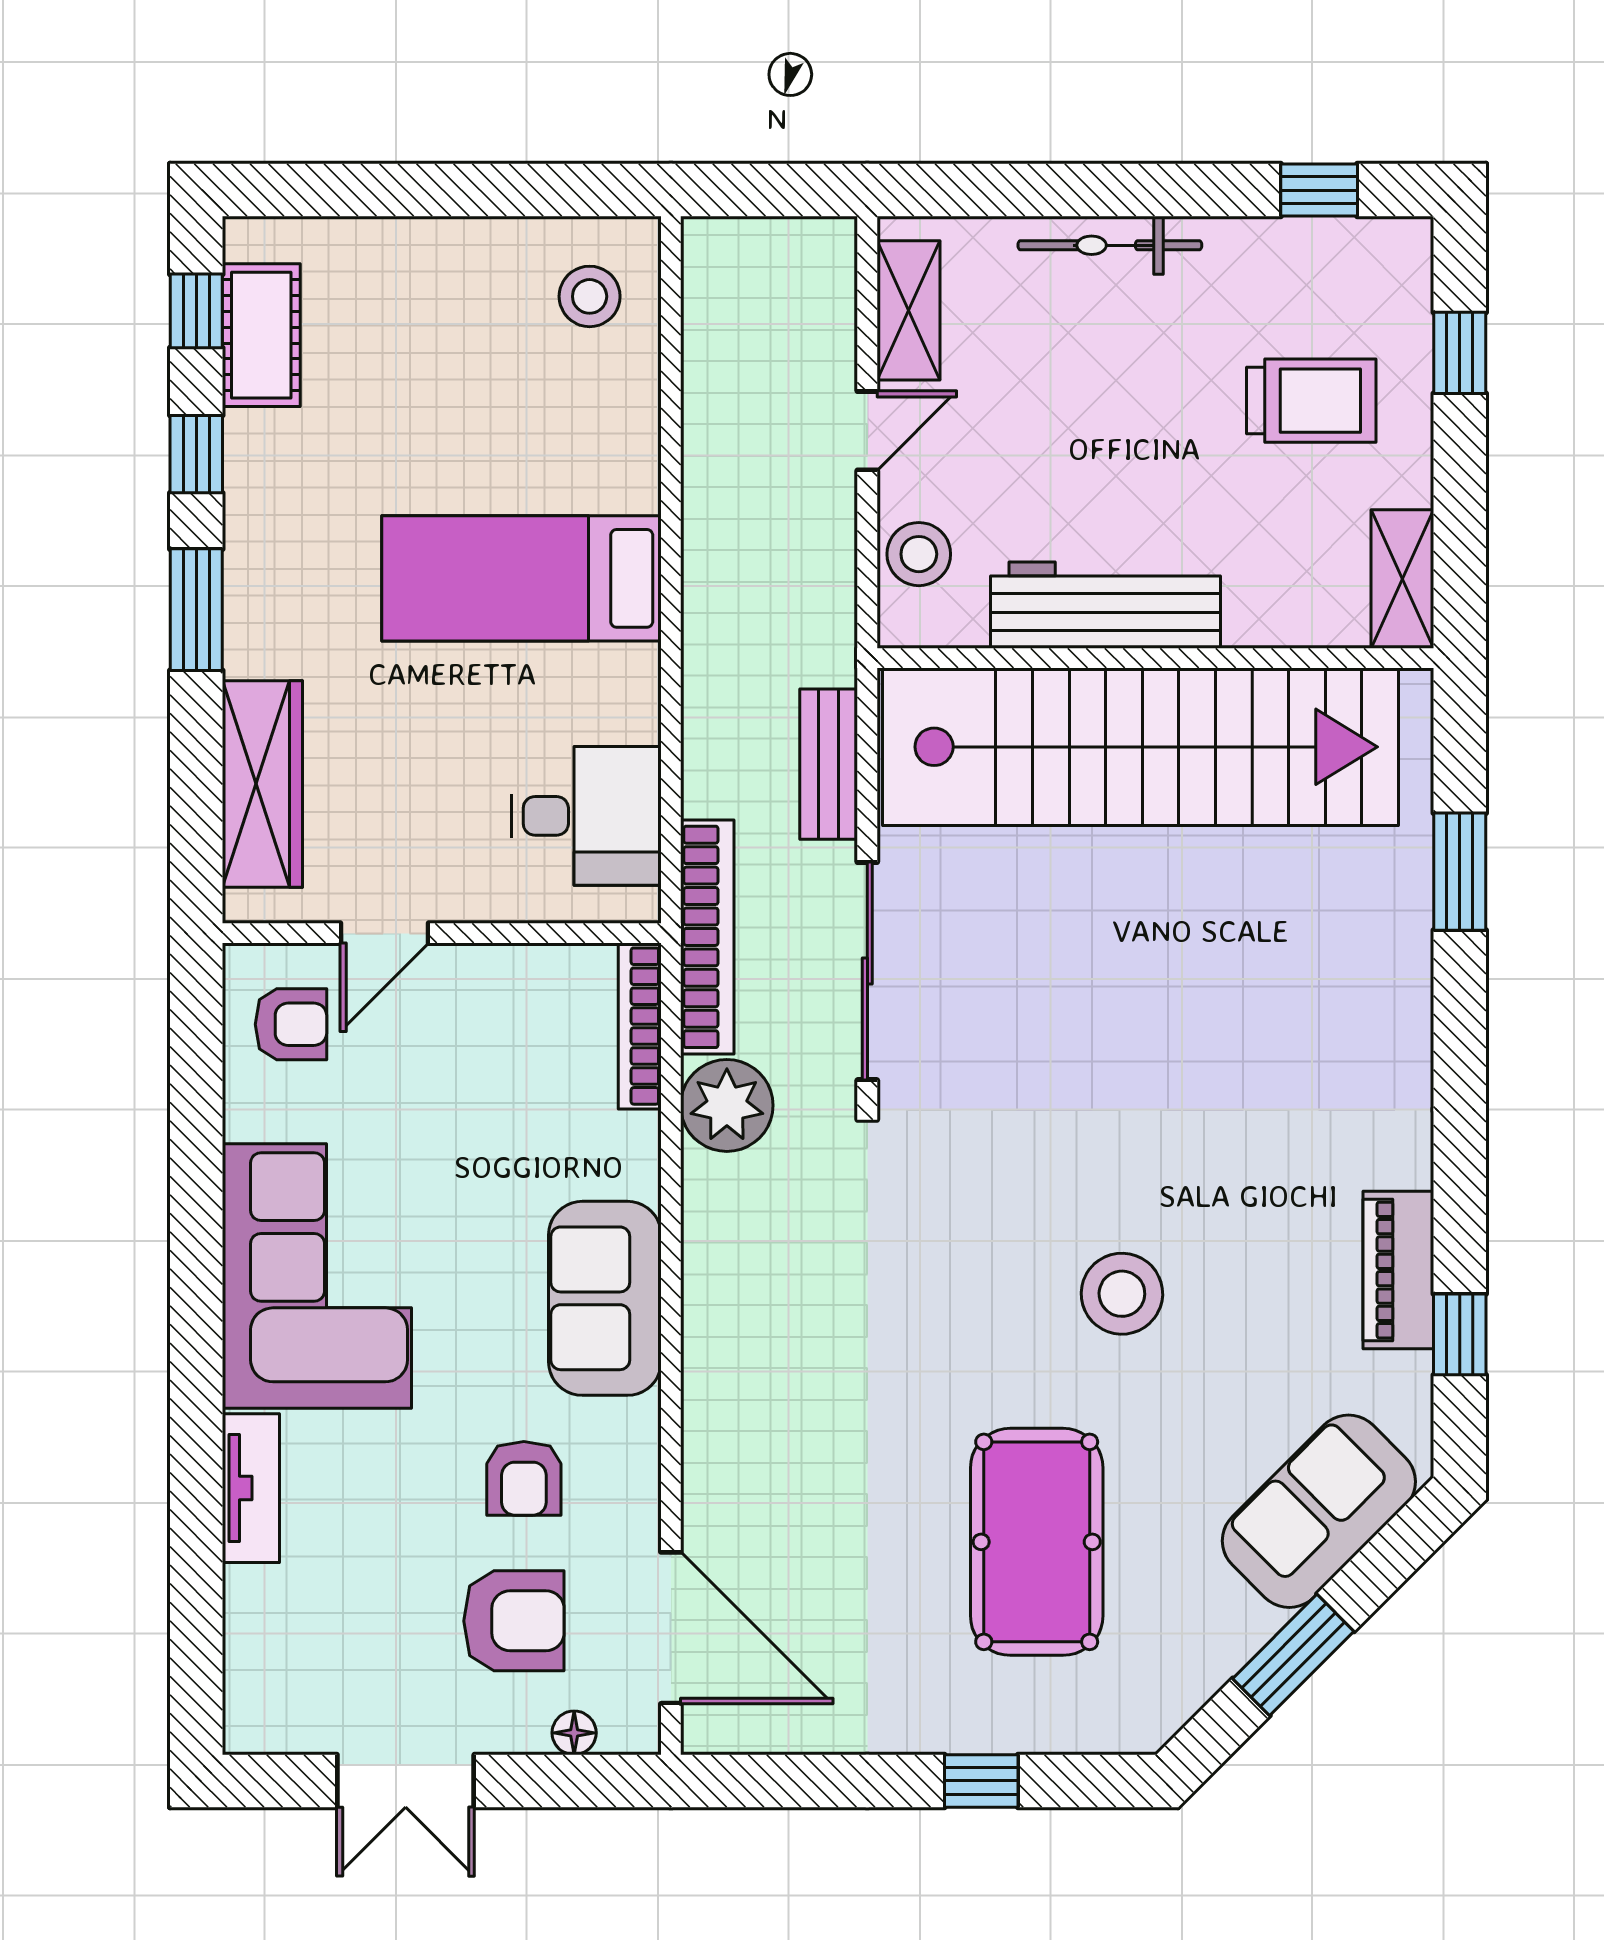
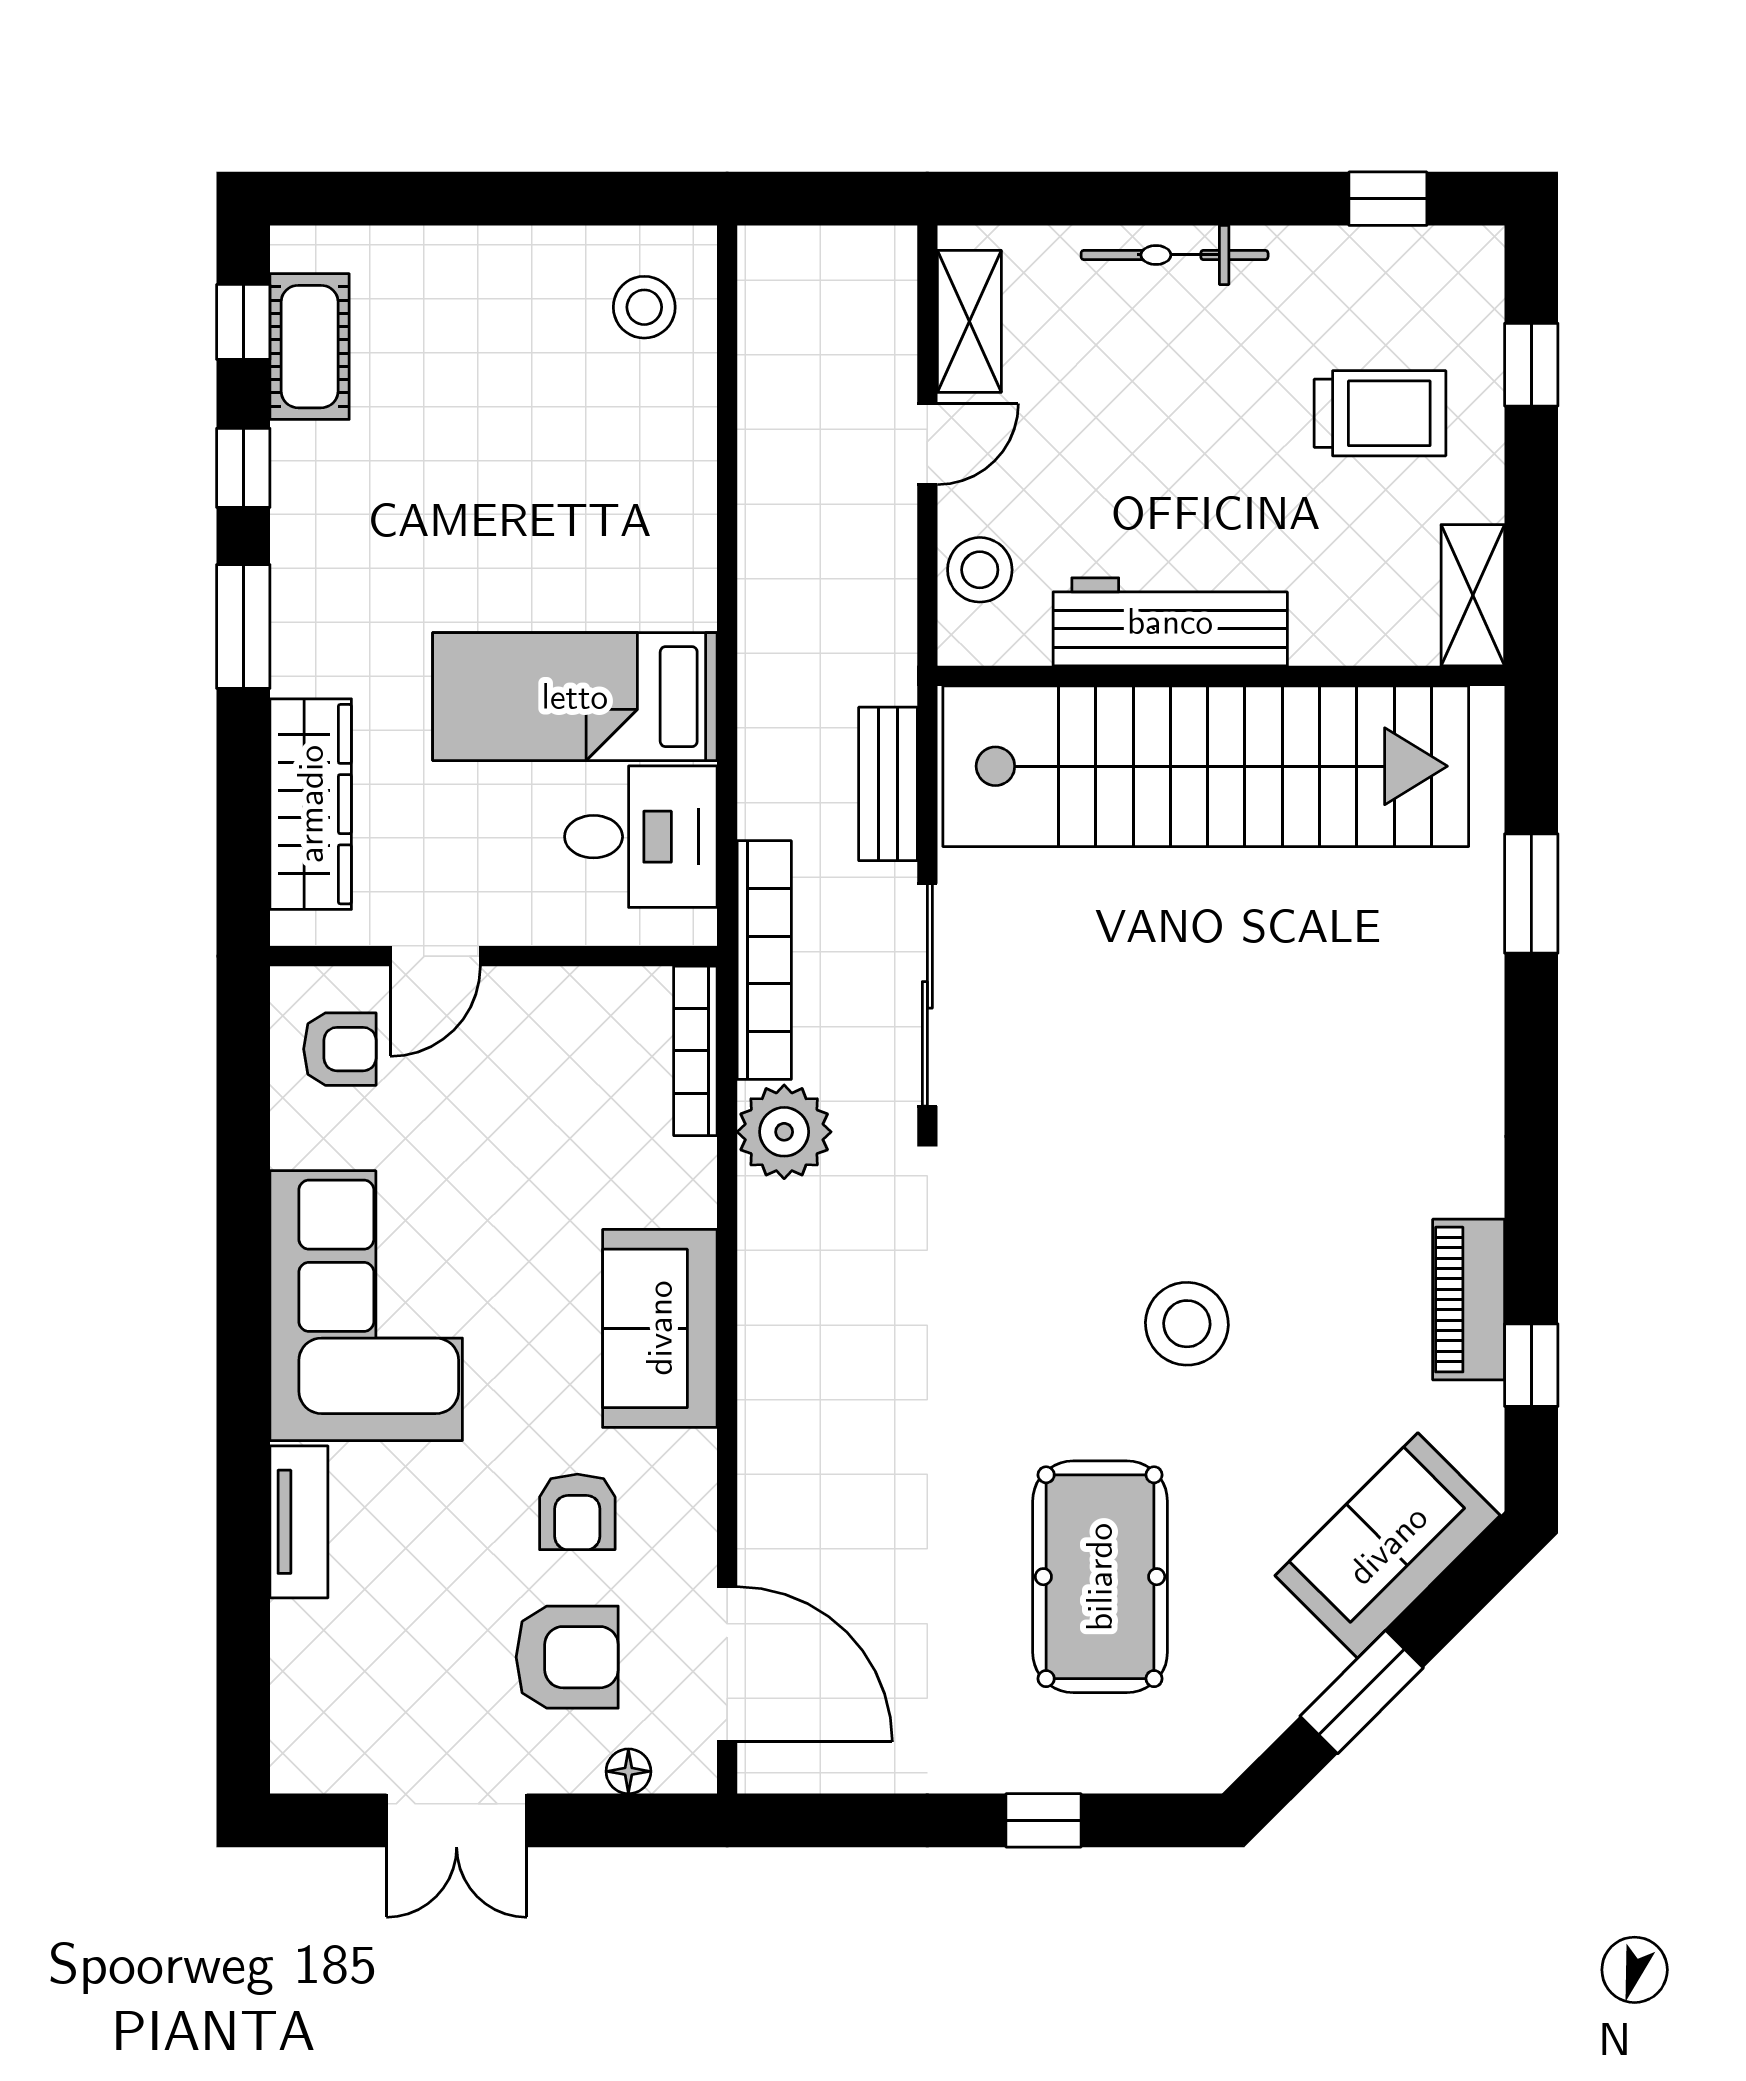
bed: (522, 578) -> (575, 697), moved

